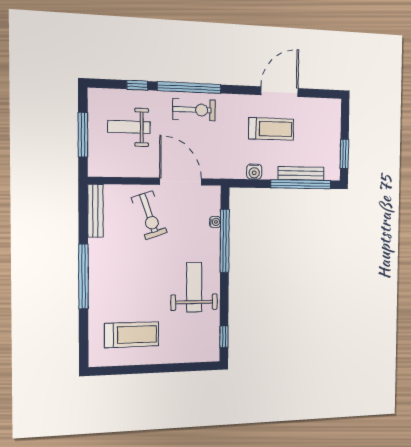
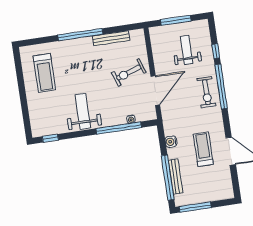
treadmill: (271, 129) -> (203, 149), turned 180
window: (344, 154) -> (195, 207), width x1.44
bench: (95, 211) -> (111, 38), moved
weight bench: (194, 287) -> (83, 111), turned -90

